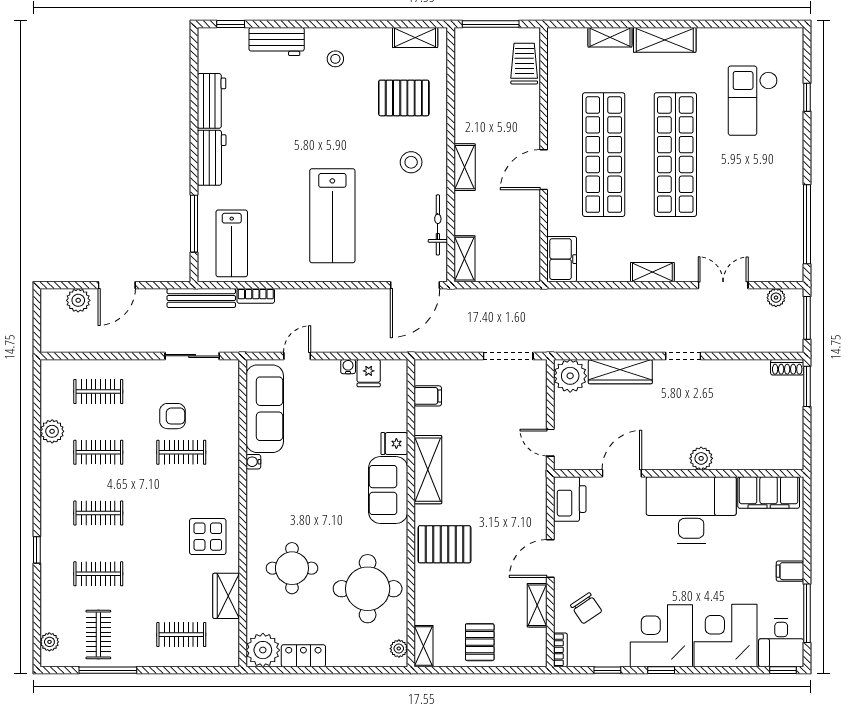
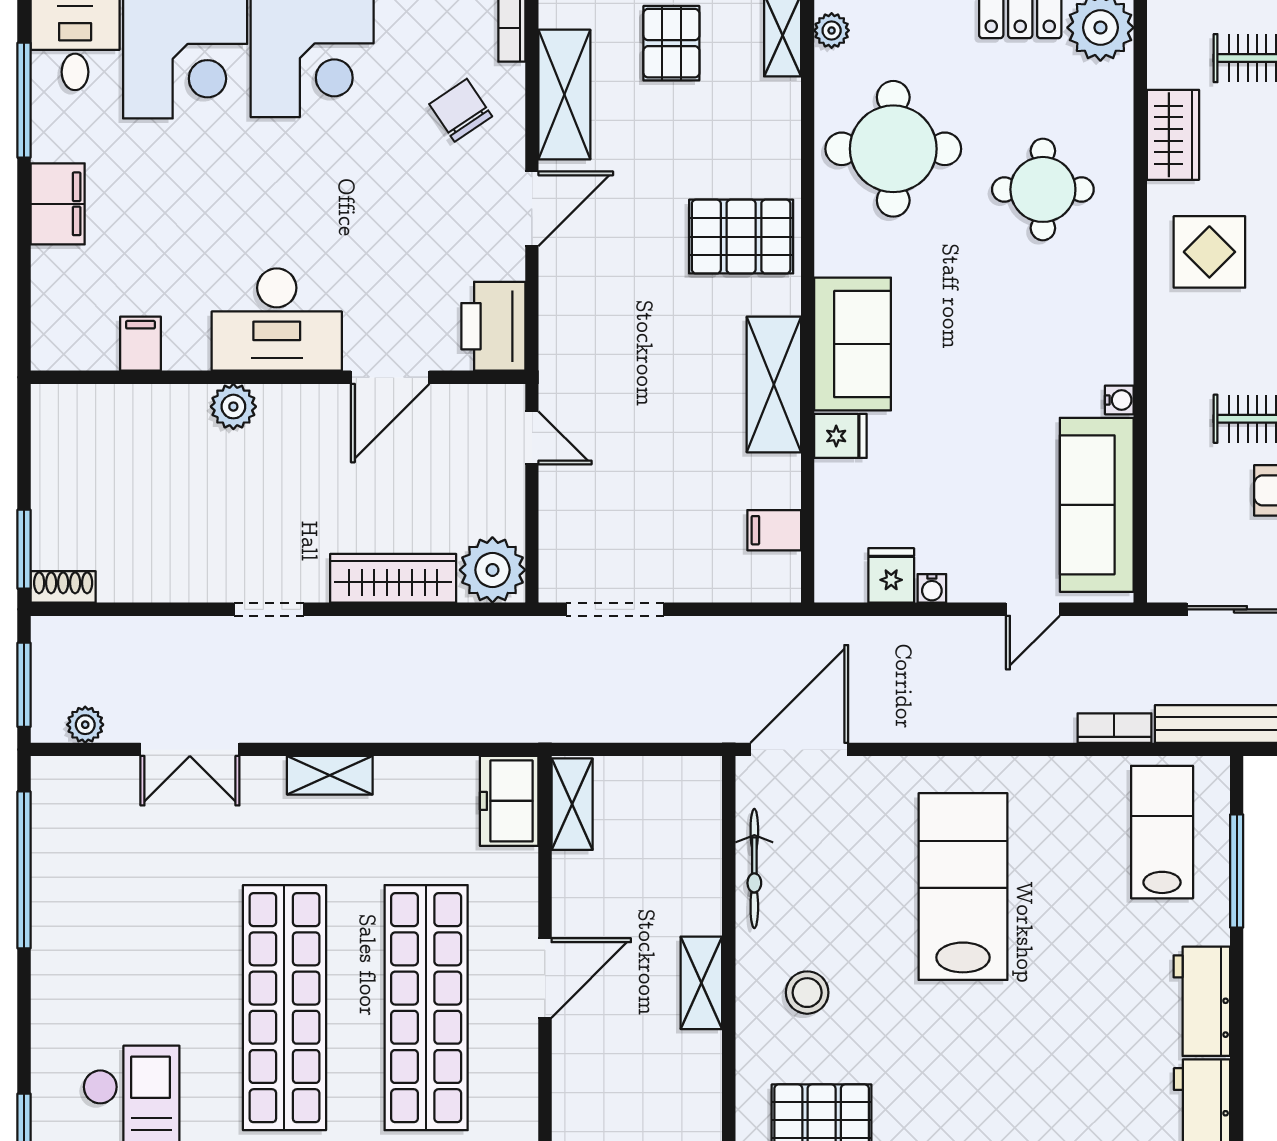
shelving: (464, 259) -> (572, 804), moved
filing cabinet: (769, 492) -> (140, 344), width x0.33, depth x0.86
desk: (691, 510) -> (277, 320), width x0.73, depth x0.77
filing cabinet: (790, 571) -> (58, 204), width x2.00
shelving: (537, 605) -> (564, 95), width x1.50, depth x1.33

